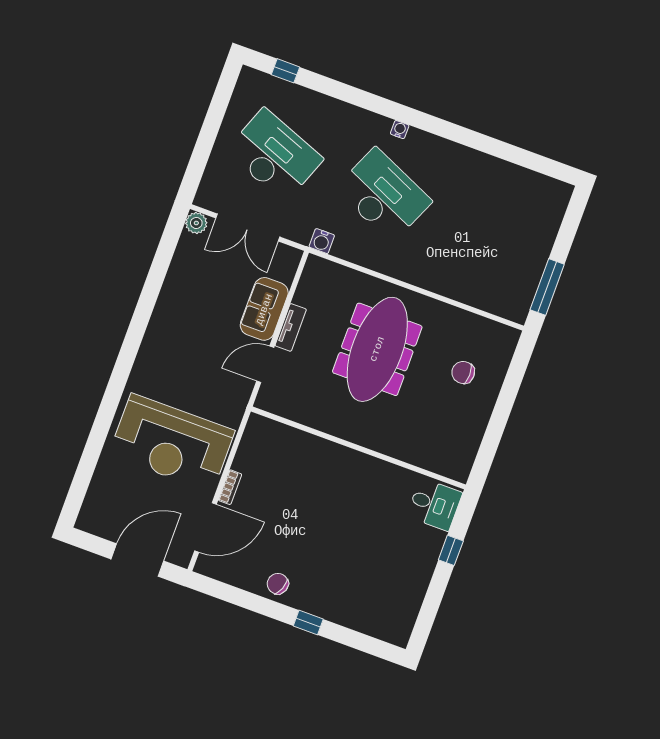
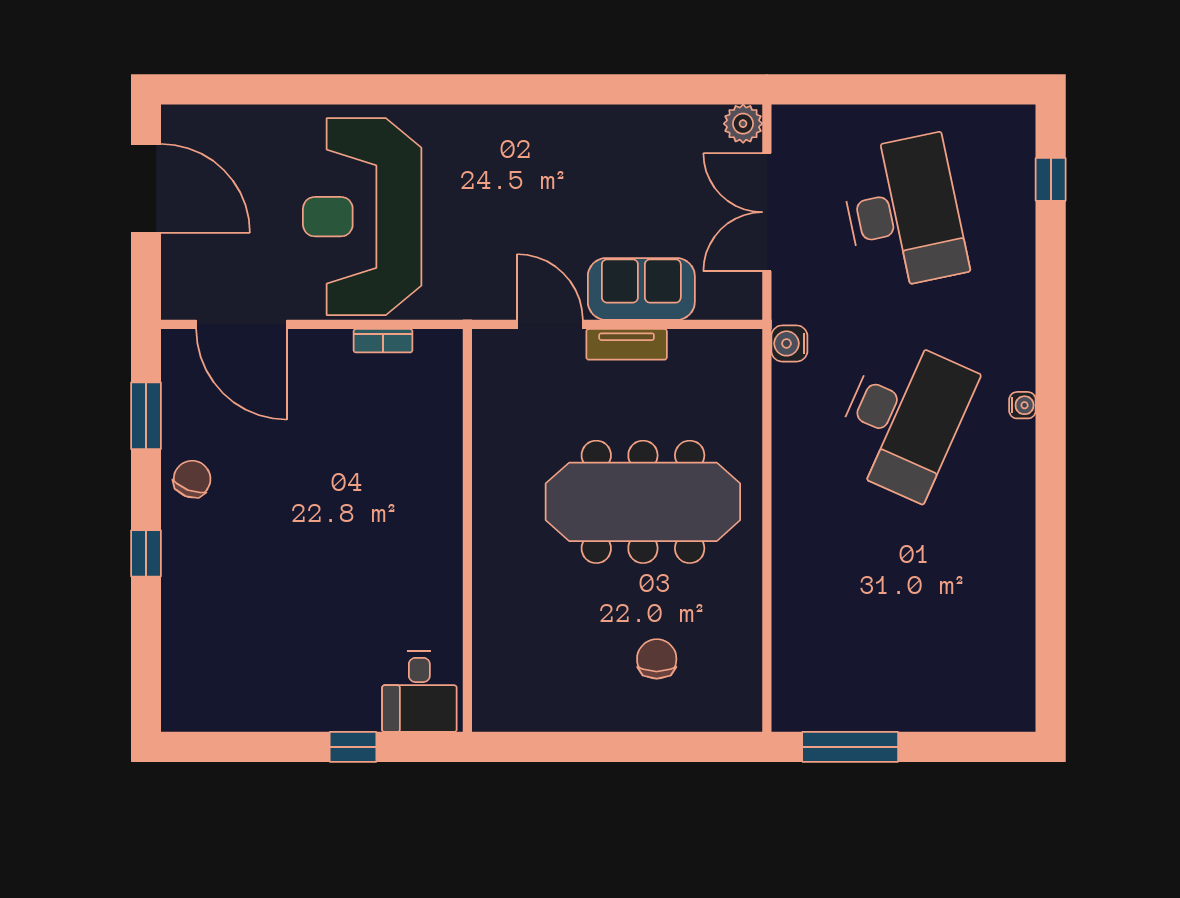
desk: (274, 155) -> (904, 212), turned -33
bookcase: (230, 487) -> (383, 341), moved
door: (137, 560) -> (146, 188), moved
window: (235, 596) -> (146, 416), added

